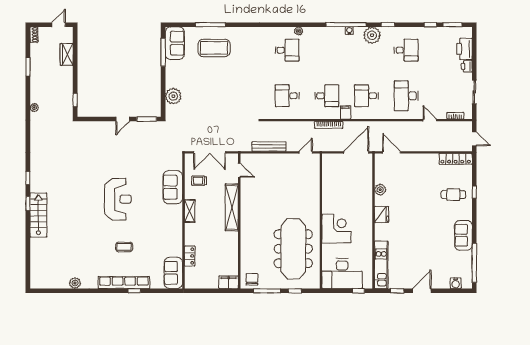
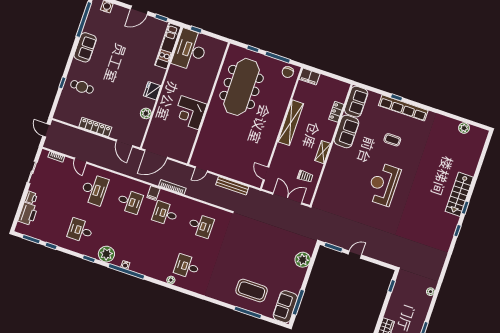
locker: (456, 159) -> (95, 127), moved
sofa: (173, 187) -> (347, 132), moved
shelving: (232, 207) -> (291, 123), moved
corner desk: (336, 229) -> (190, 113), moved
desk: (342, 274) -> (190, 50), moved, turned -90
plant: (75, 283) -> (464, 128), moved

